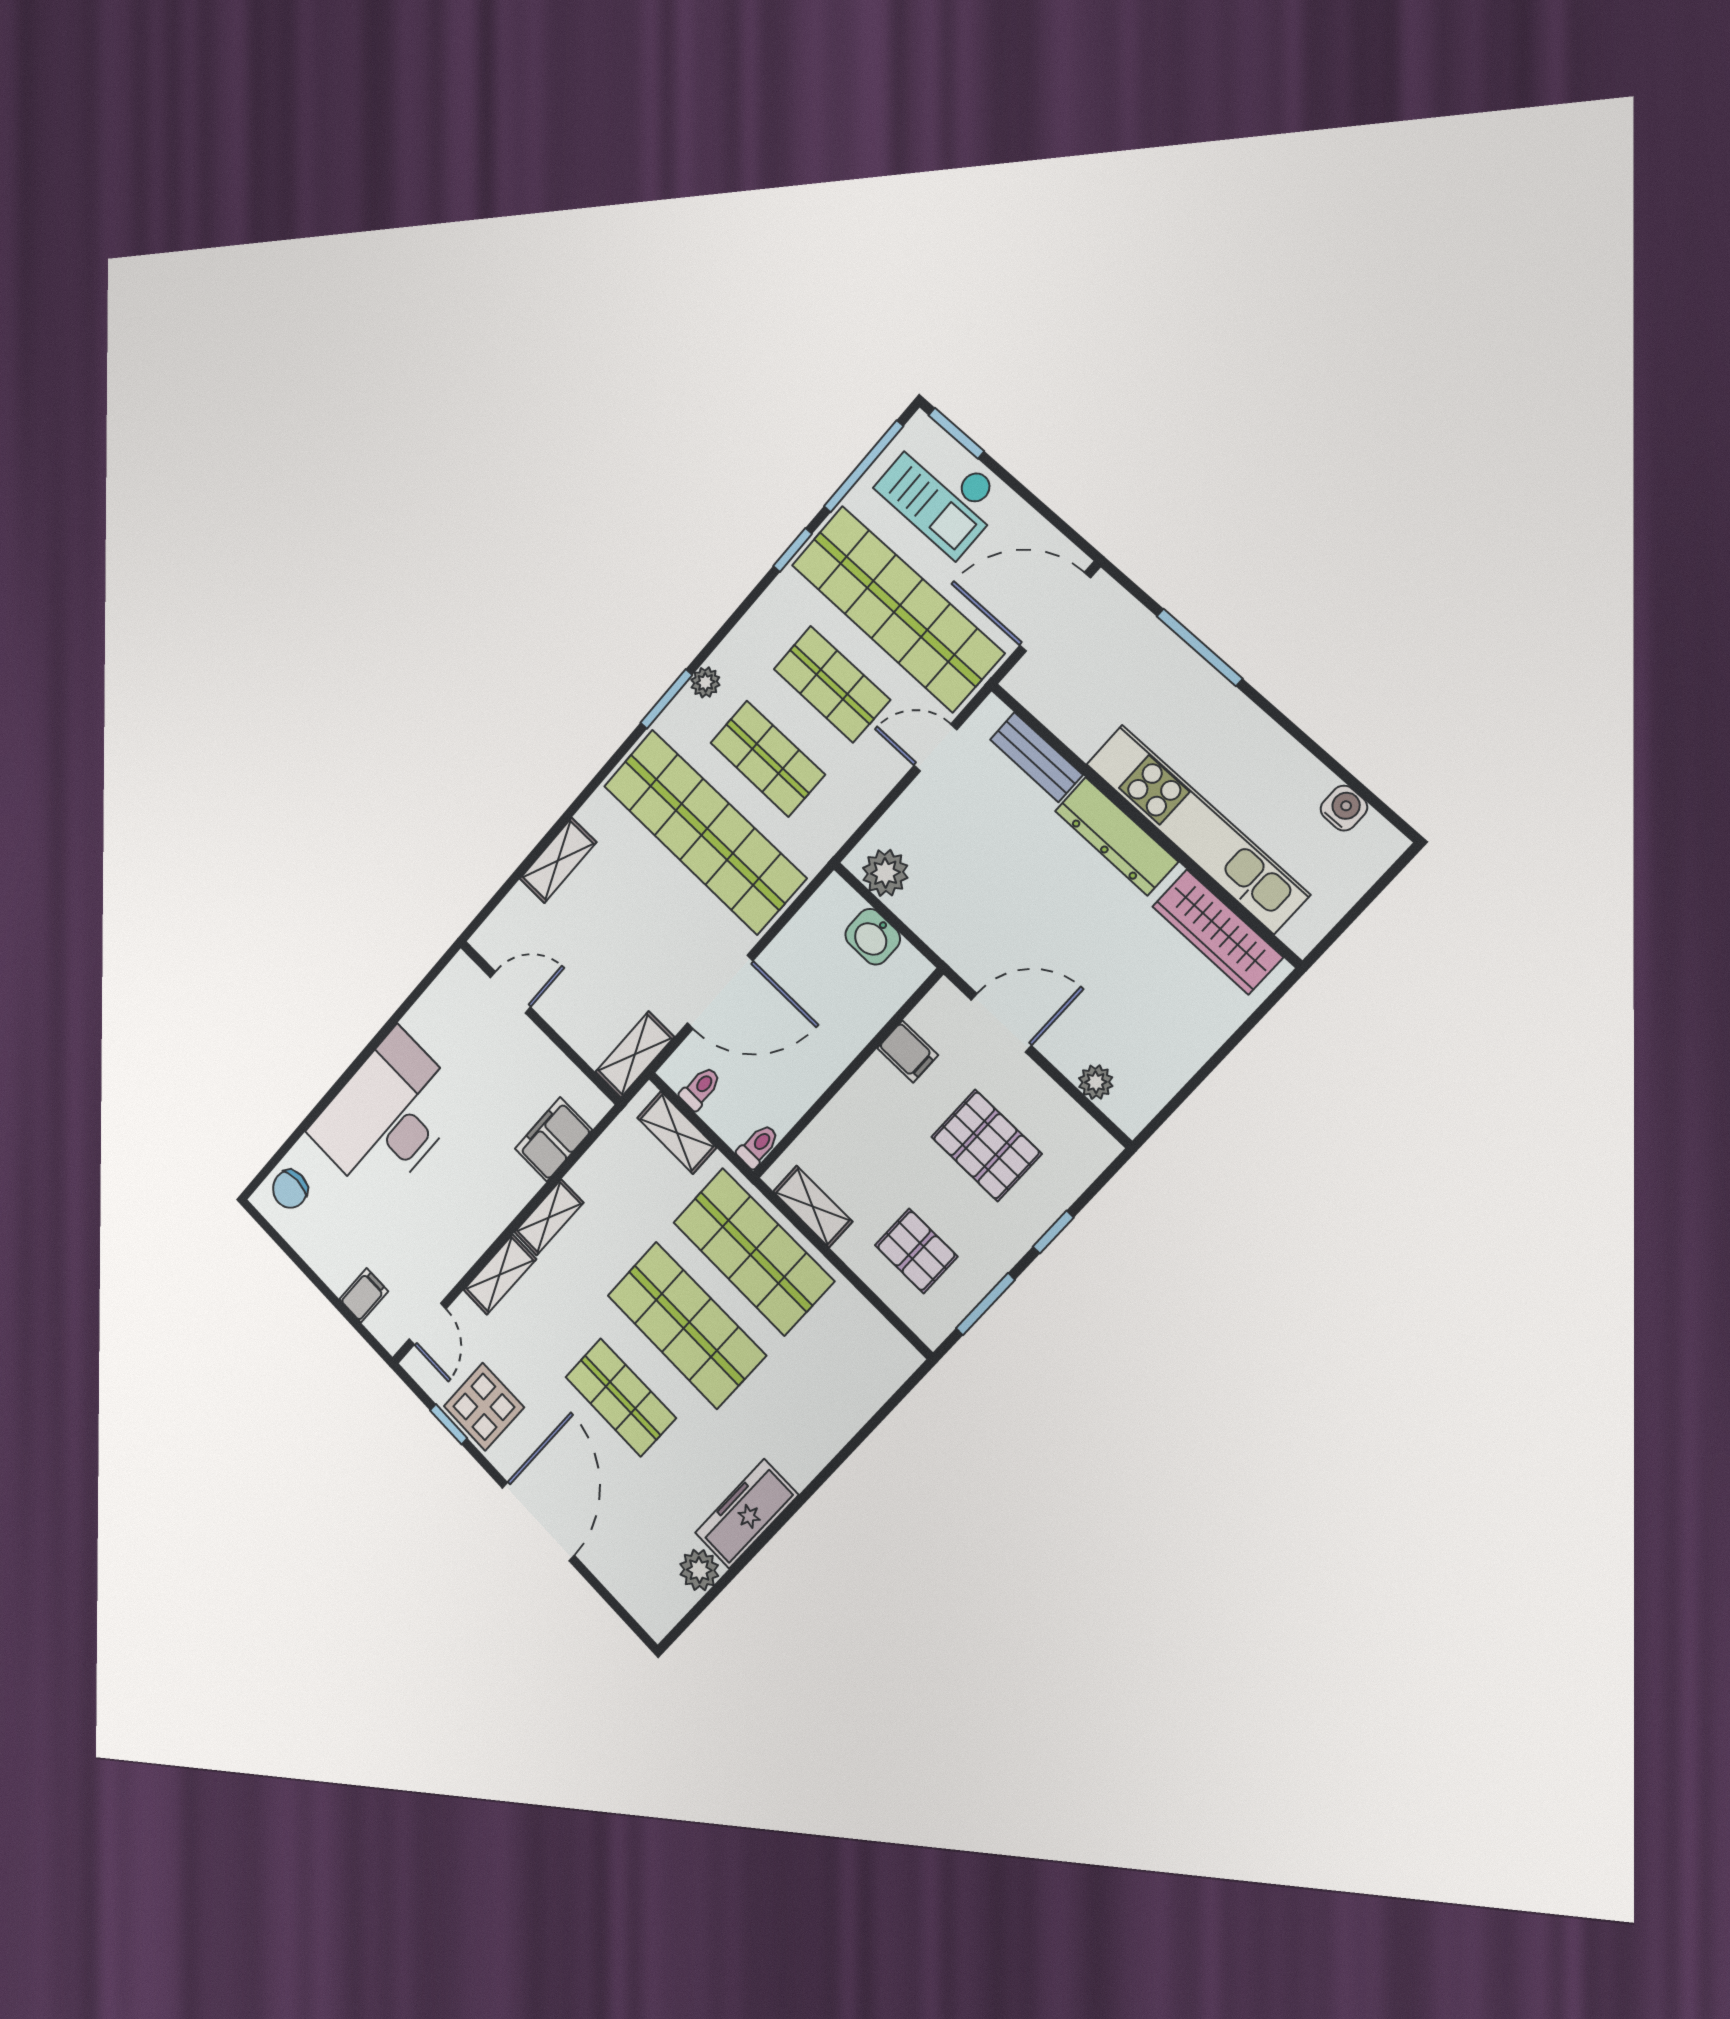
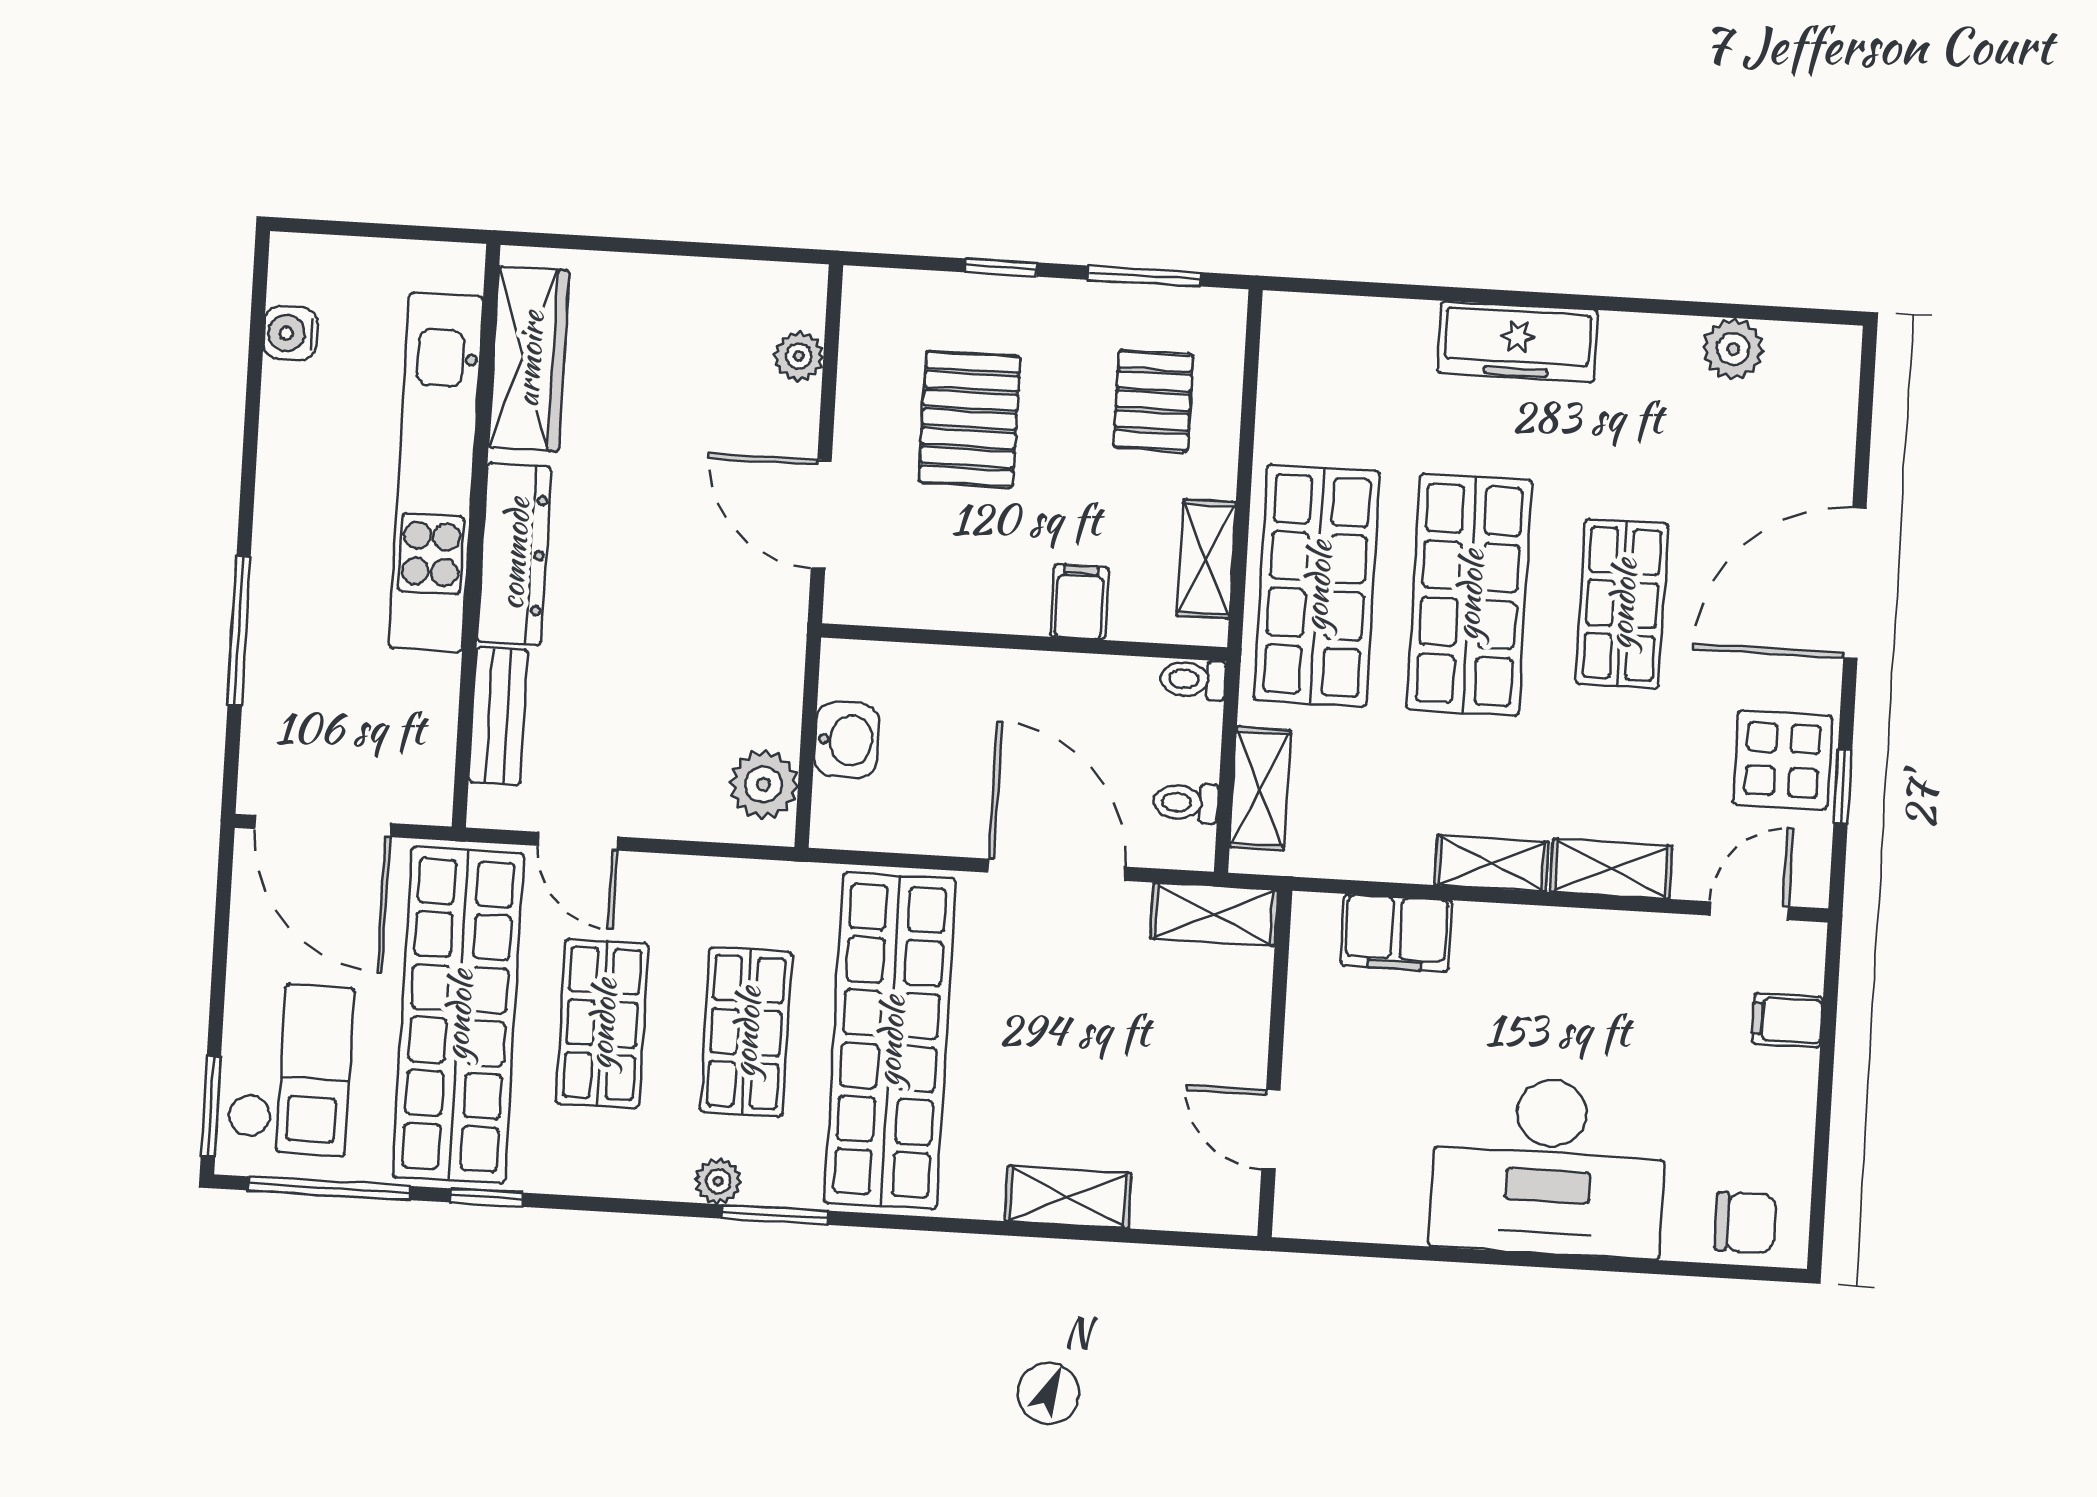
filing cabinet: (908, 1052) -> (1079, 602), moved
freezer: (747, 1514) -> (1517, 342), moved

